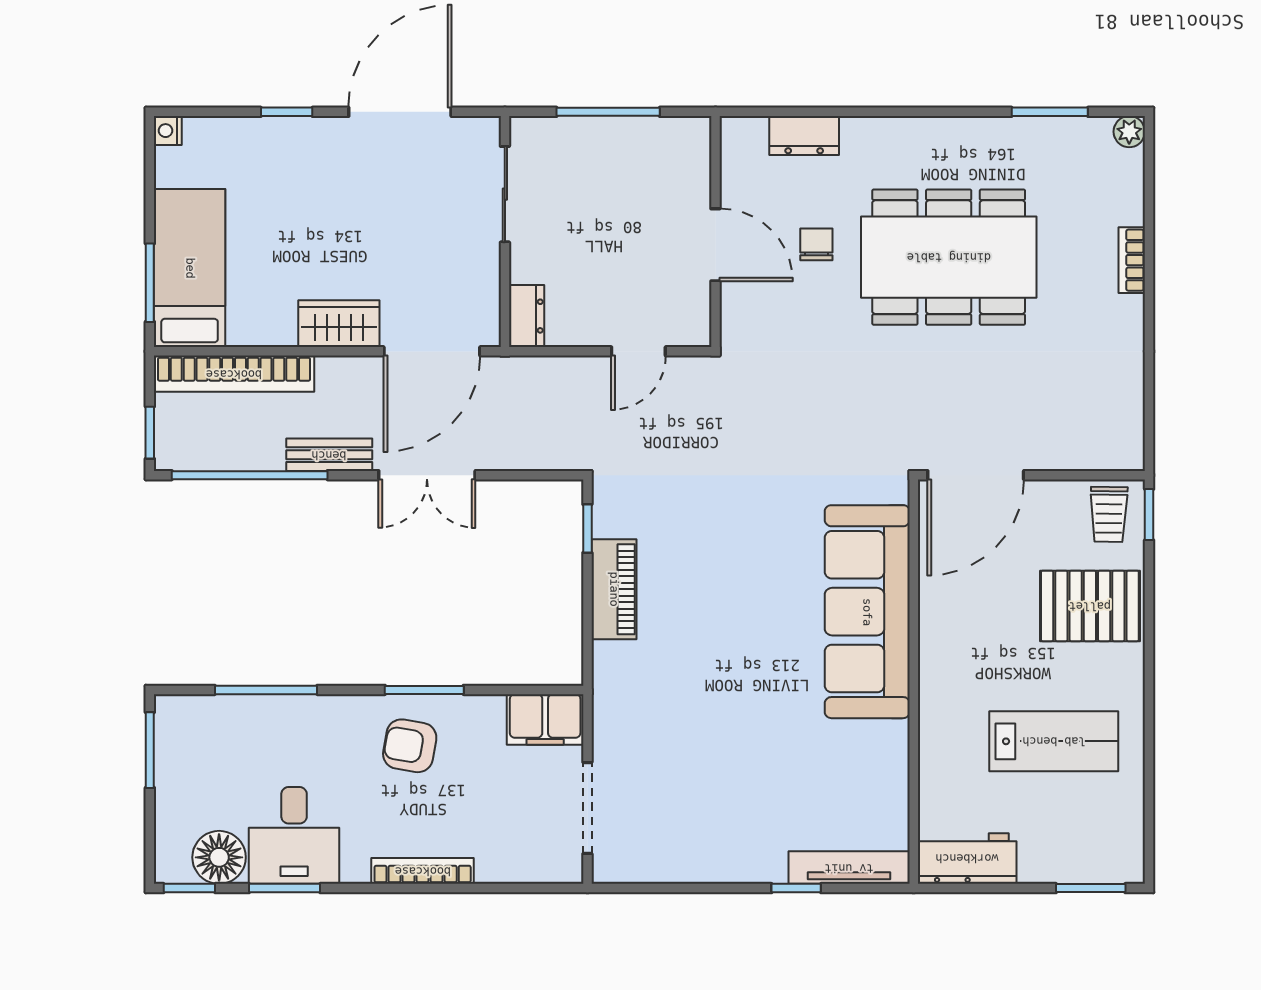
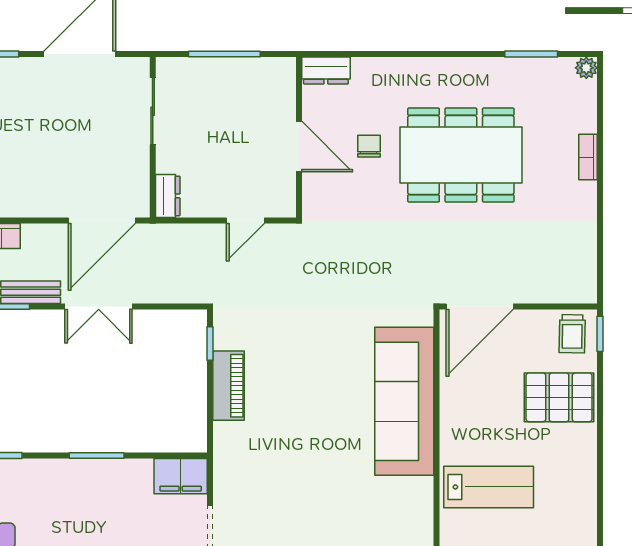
dresser: (804, 135) -> (326, 71), moved
wardrobe: (339, 324) -> (37, 201), removed
lab bench: (1054, 741) -> (489, 487), moved
armchair: (410, 746) -> (87, 494), removed

